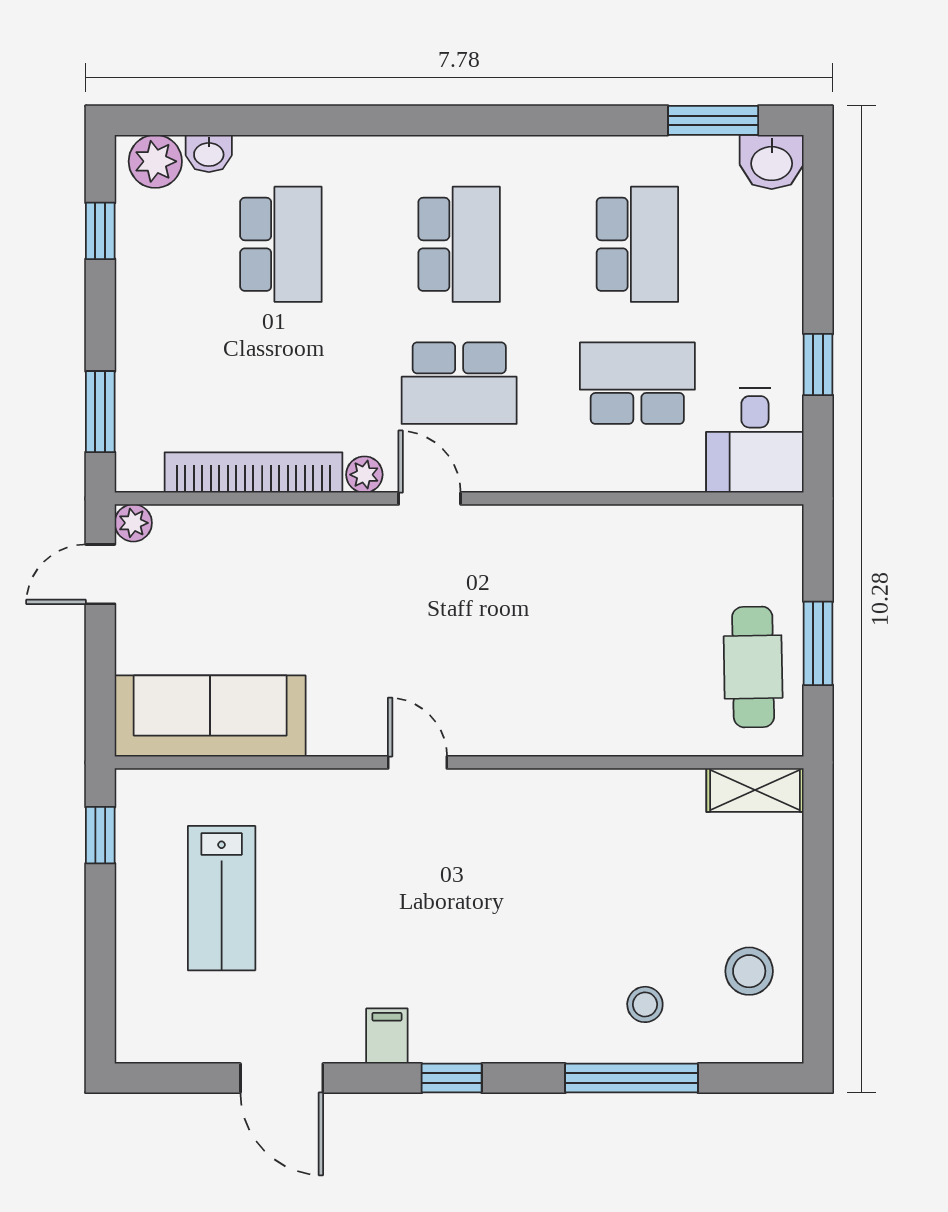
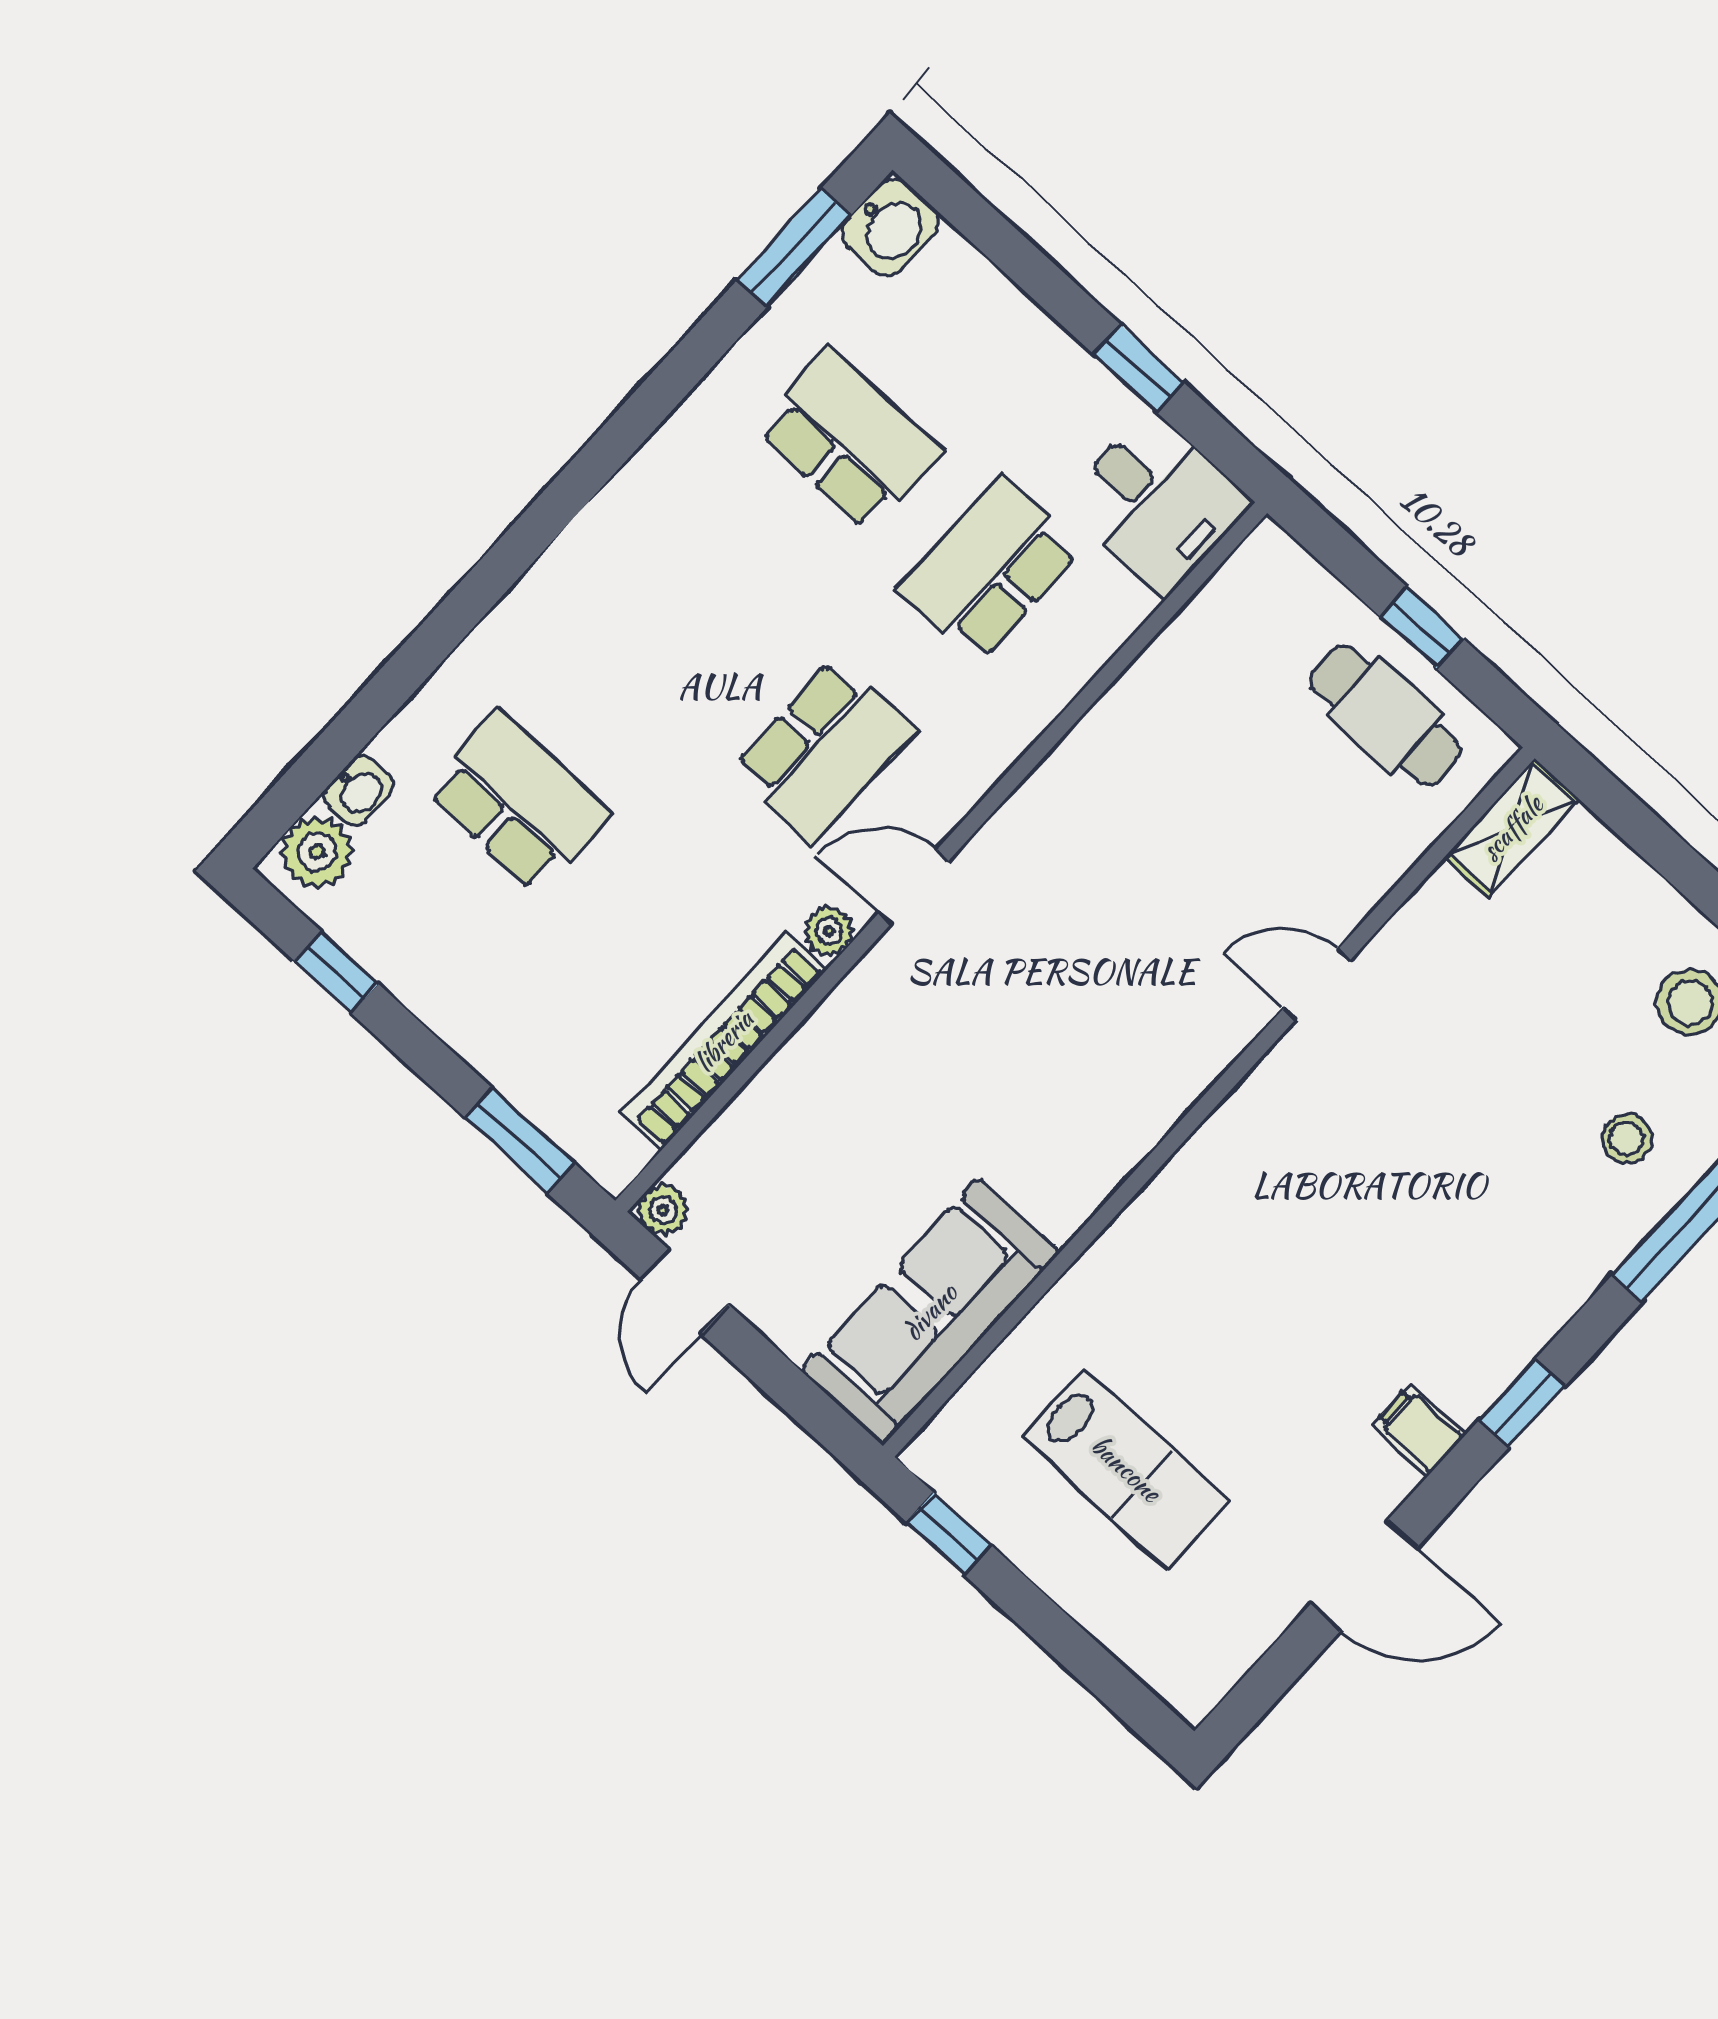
school desk: (459, 244) -> (683, 621), removed
window: (818, 643) -> (1422, 628), width x0.67
door: (417, 762) -> (1317, 984), moved

